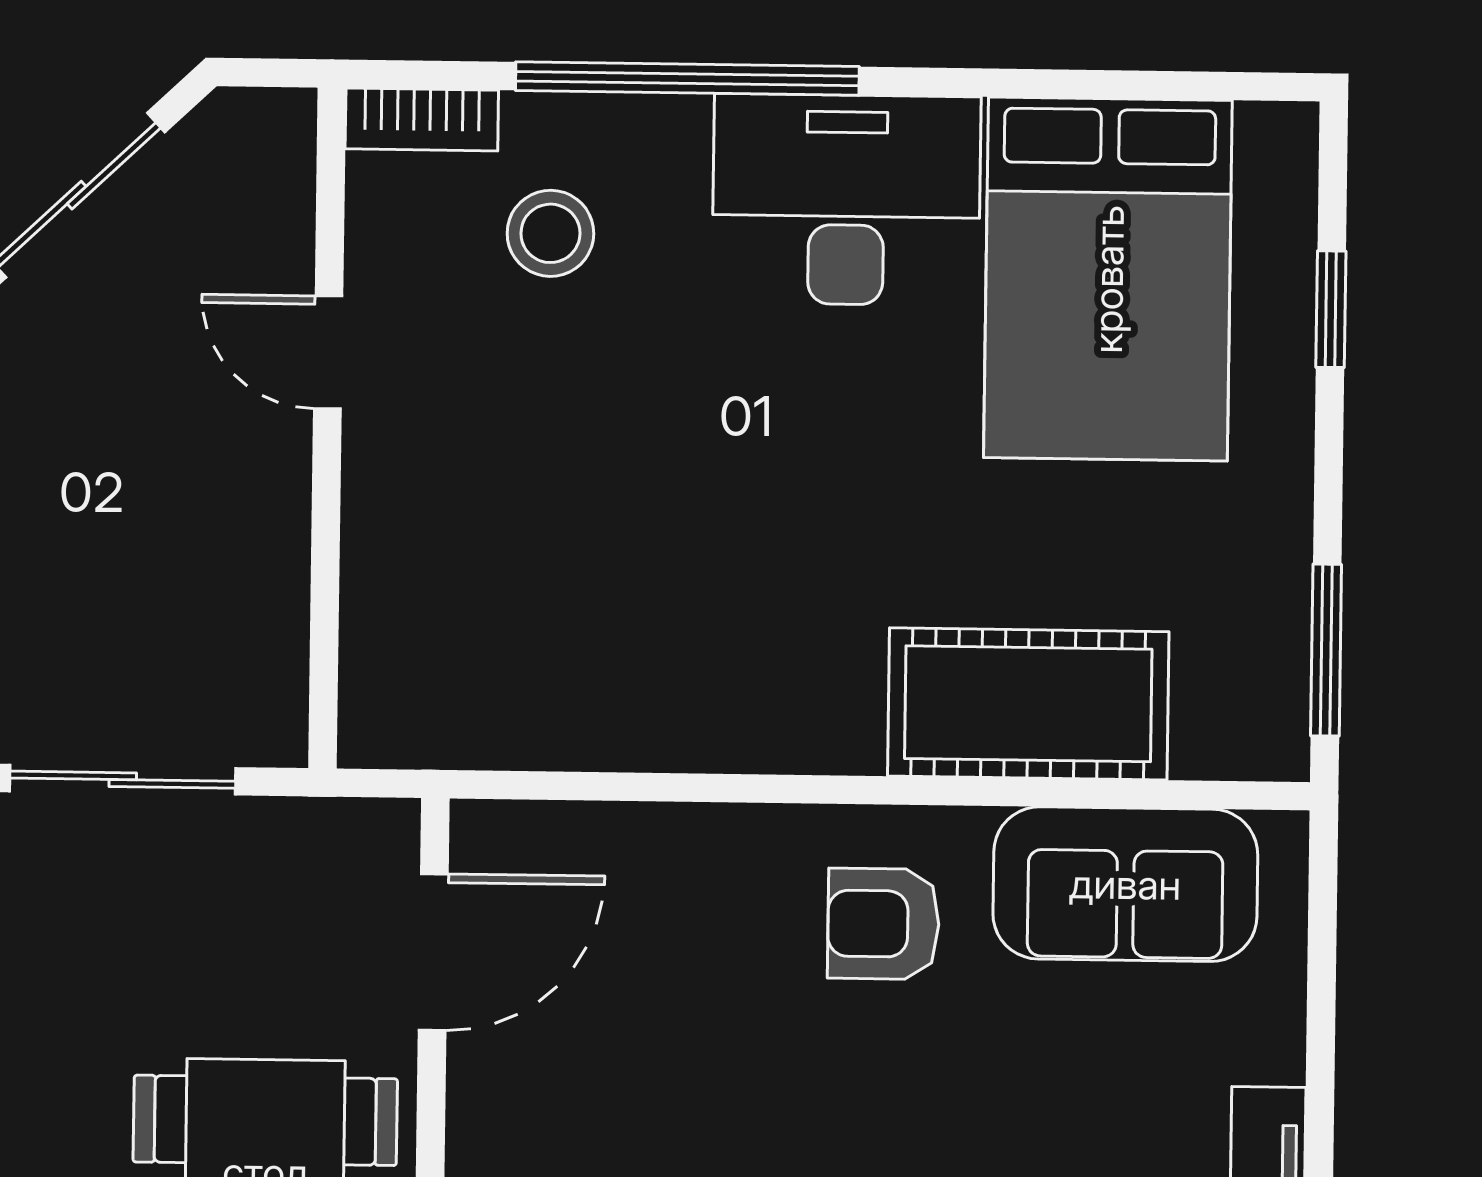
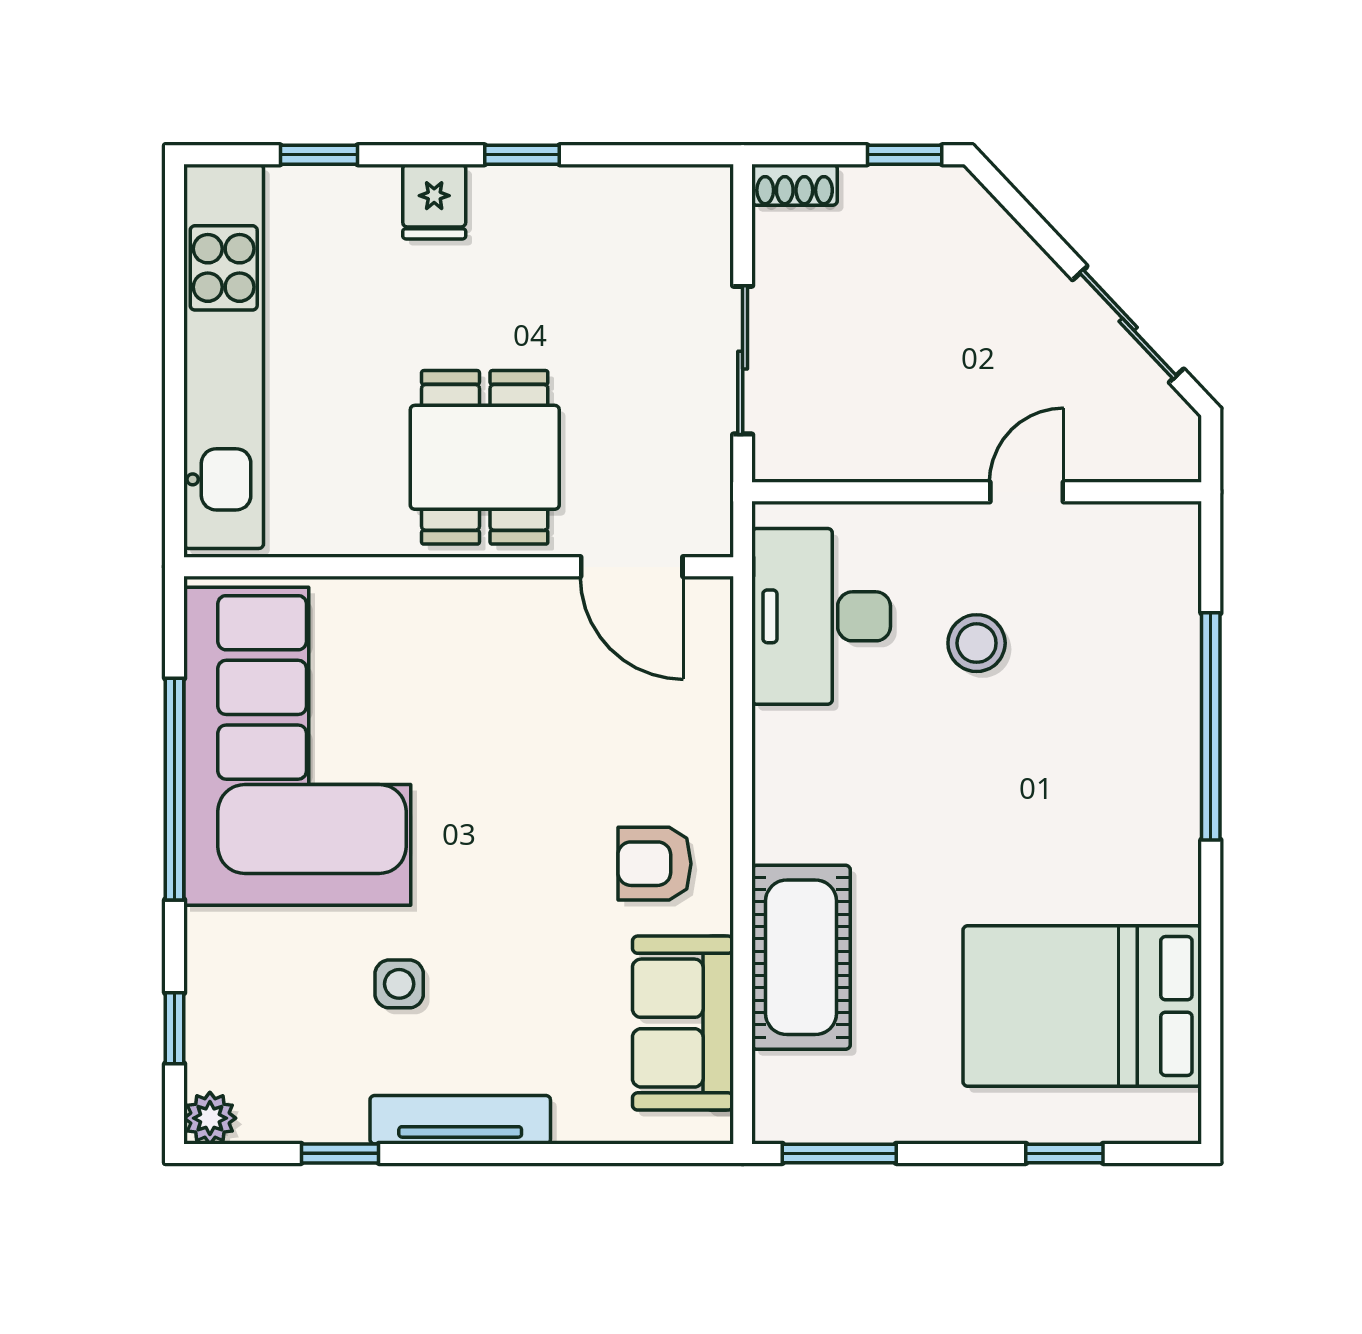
bookcase: (422, 119) -> (1181, 551), removed
desk: (846, 200) -> (821, 616), moved, turned 180
stool: (550, 233) -> (977, 643), moved
armchair: (883, 924) -> (654, 864), turned -90

